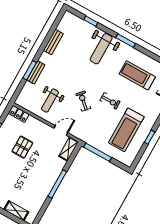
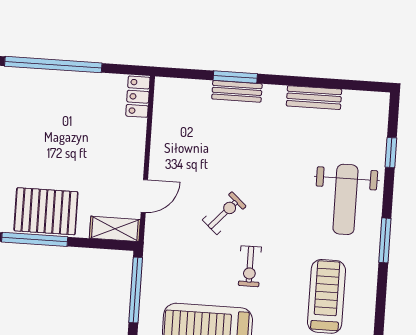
weight bench: (101, 49) -> (345, 199), turned -90
weight bench: (50, 101) -> (194, 146), removed
door: (61, 131) -> (144, 196), hinge flipped
pallet: (22, 147) -> (46, 211), moved, width x1.50, depth x1.42

